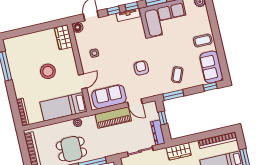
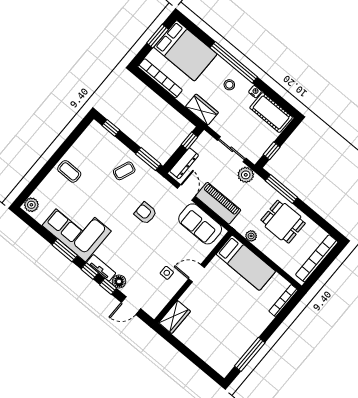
floor lamp: (78, 27) -> (119, 282), moved
sofa: (211, 67) -> (90, 142), removed
armchair: (141, 68) -> (145, 213), turned 90
stool: (48, 71) -> (222, 306), removed
door: (83, 81) -> (196, 273), moved
window: (163, 118) -> (190, 141), moved
dresser: (158, 133) -> (184, 163), moved
plant: (118, 148) -> (246, 175), added

